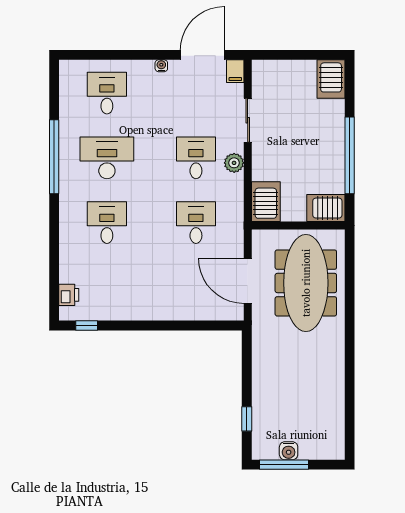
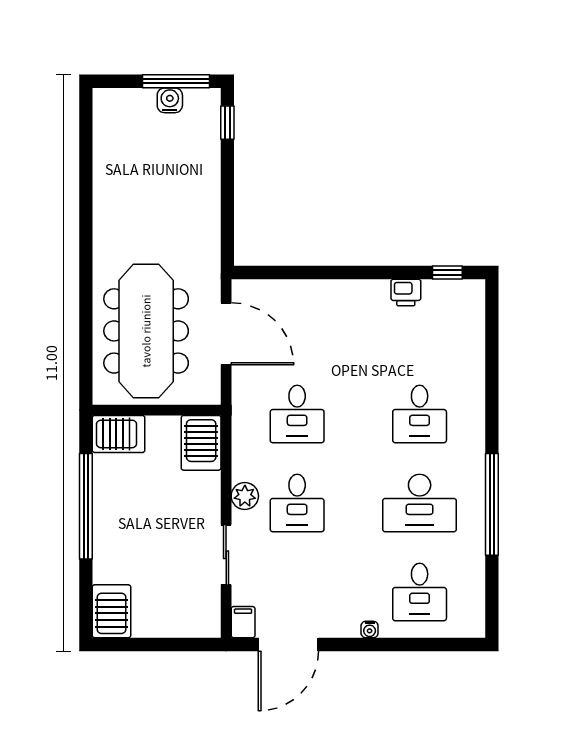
water cooler: (161, 66) -> (370, 630), moved
printer: (69, 295) -> (406, 292), moved, turned -90
window: (247, 419) -> (227, 123), moved

